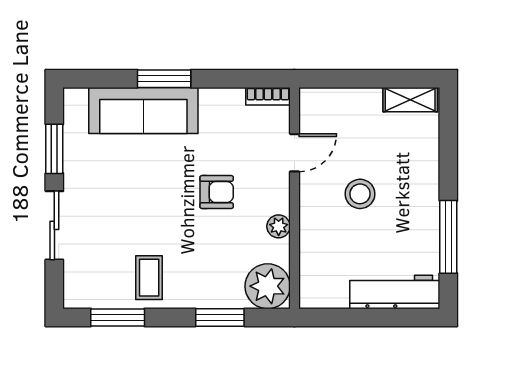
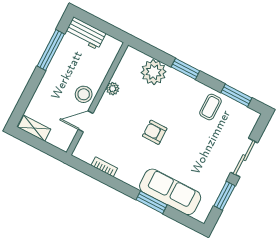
door: (294, 153) -> (86, 121), moved
wall: (294, 198) -> (97, 99), moved
plant: (279, 226) -> (113, 89), moved
workbench: (395, 292) -> (86, 33), width x0.73

